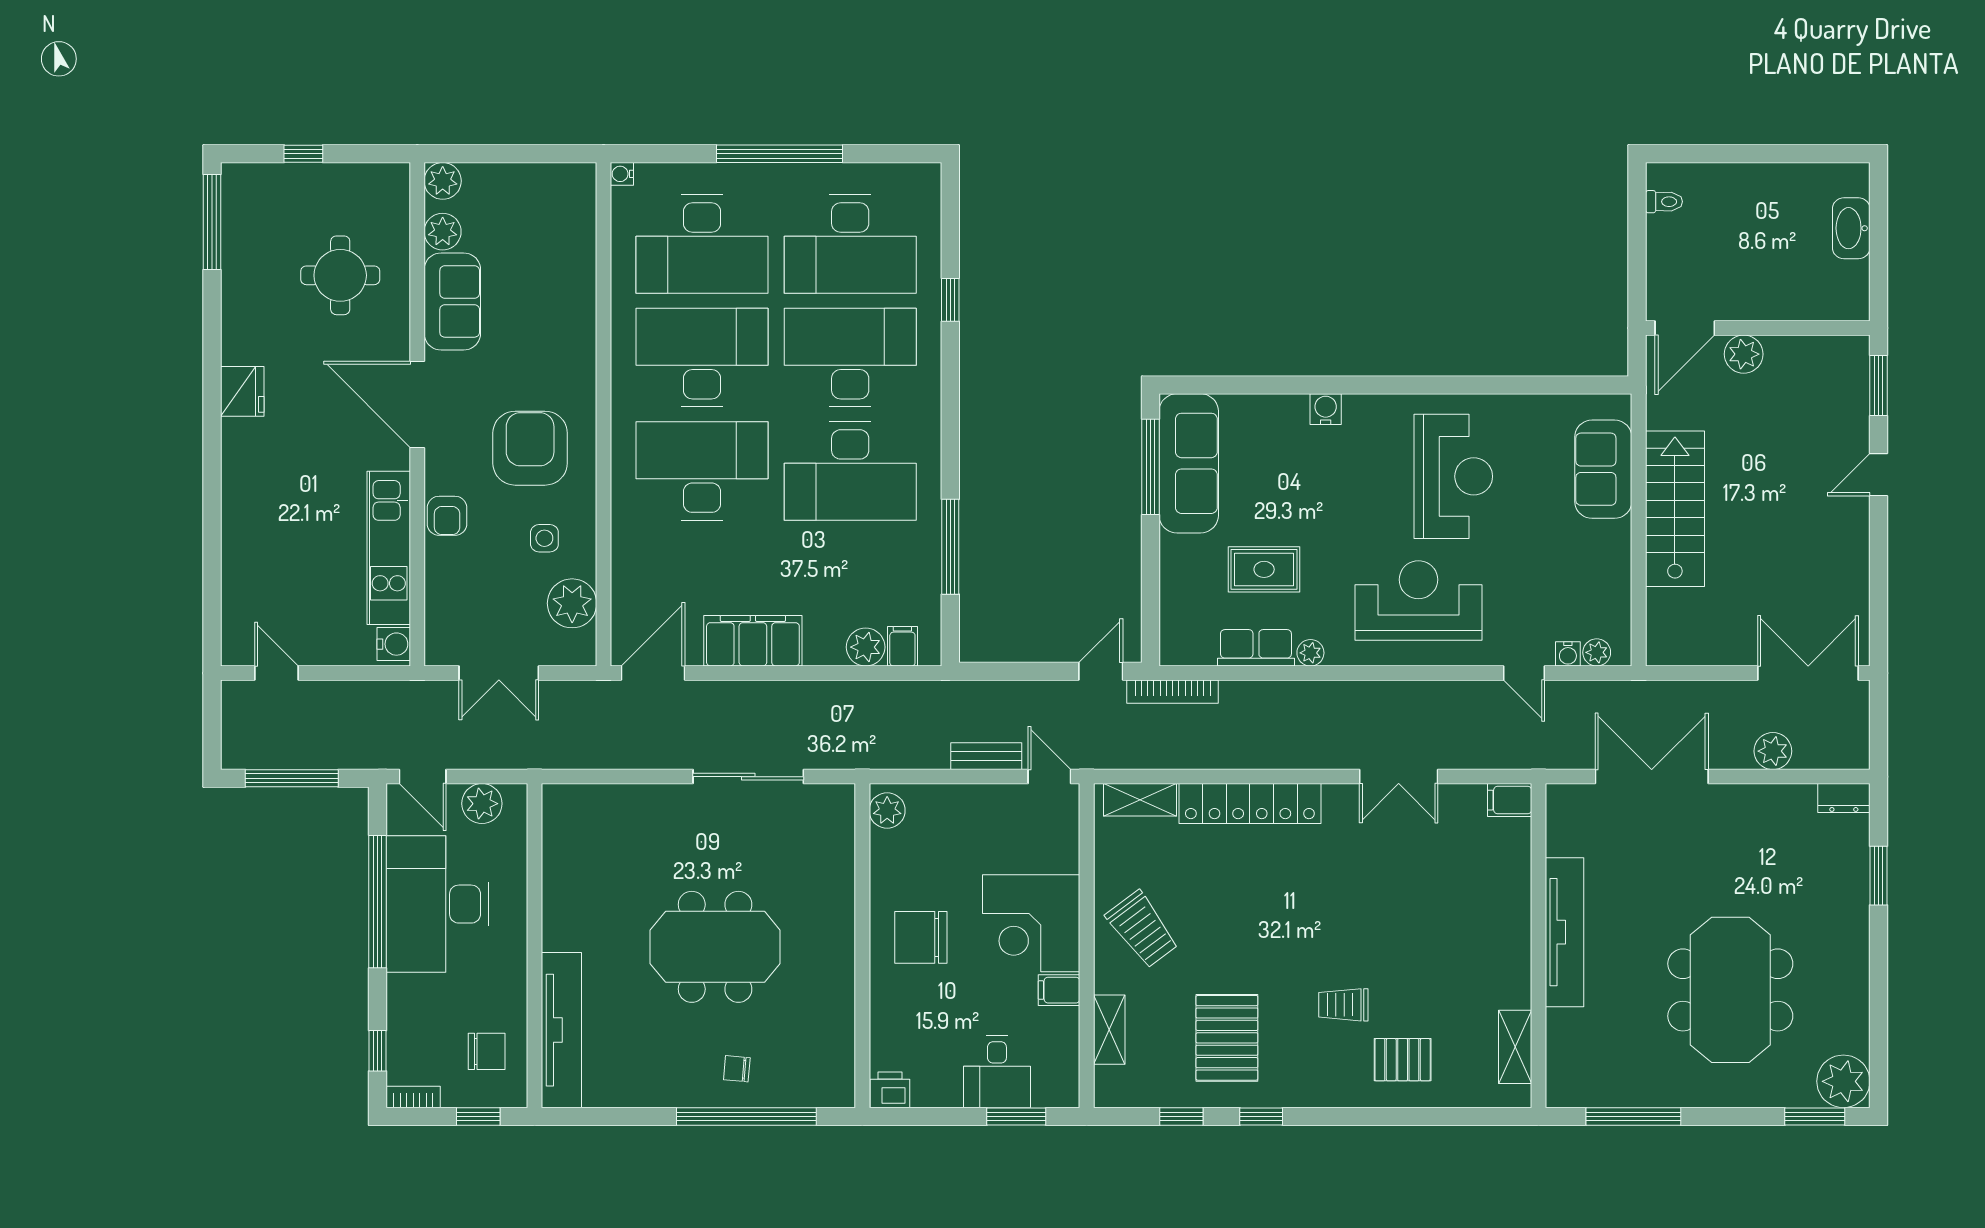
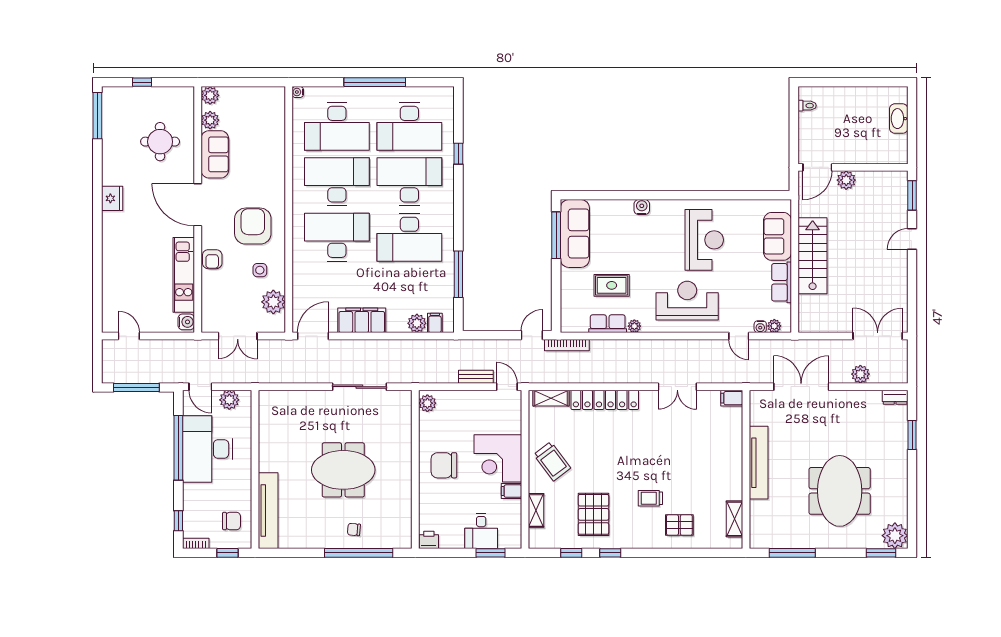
row of seats: (1612, 563) -> (782, 282), added

